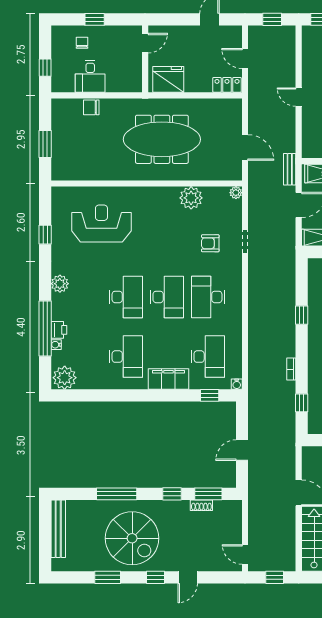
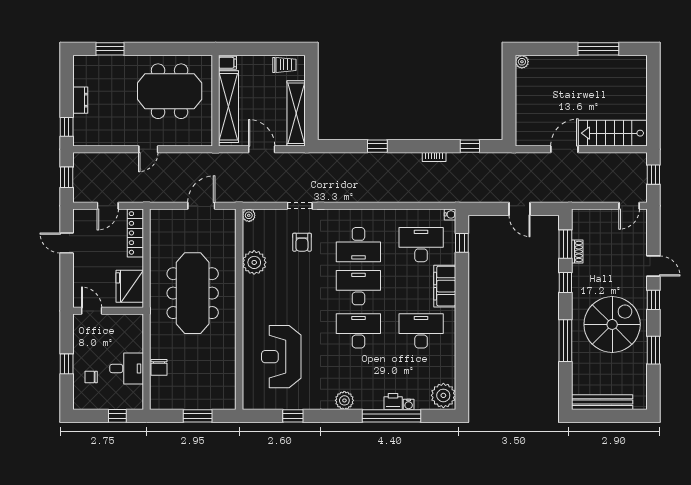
locker: (227, 85) -> (135, 233), width x1.53
bench: (290, 169) -> (224, 159), removed

